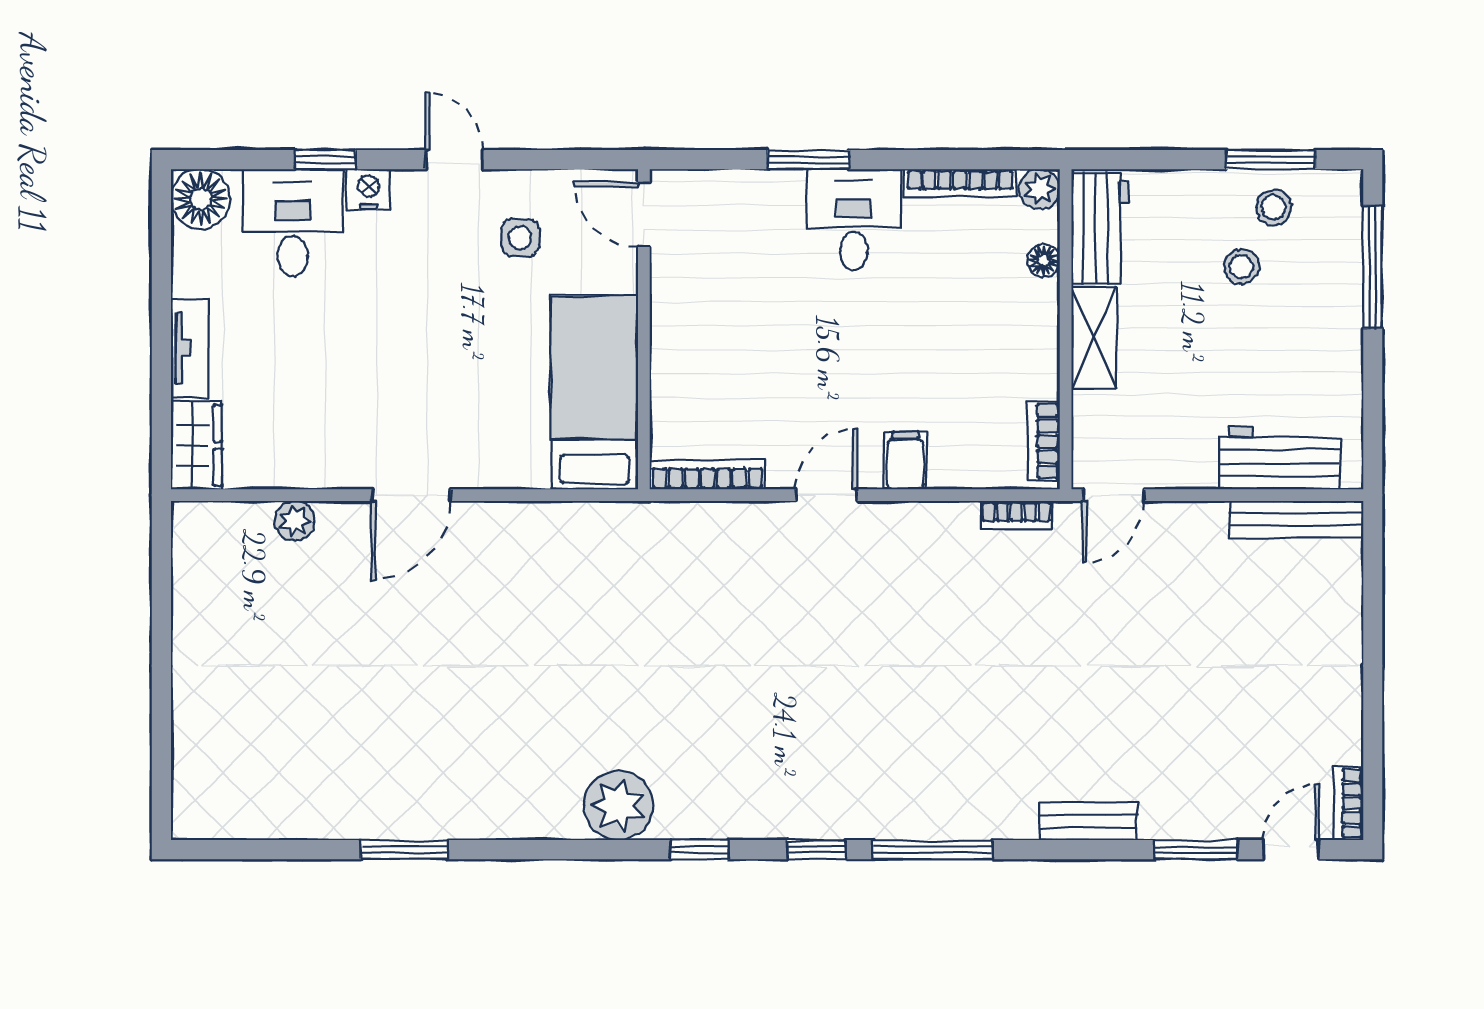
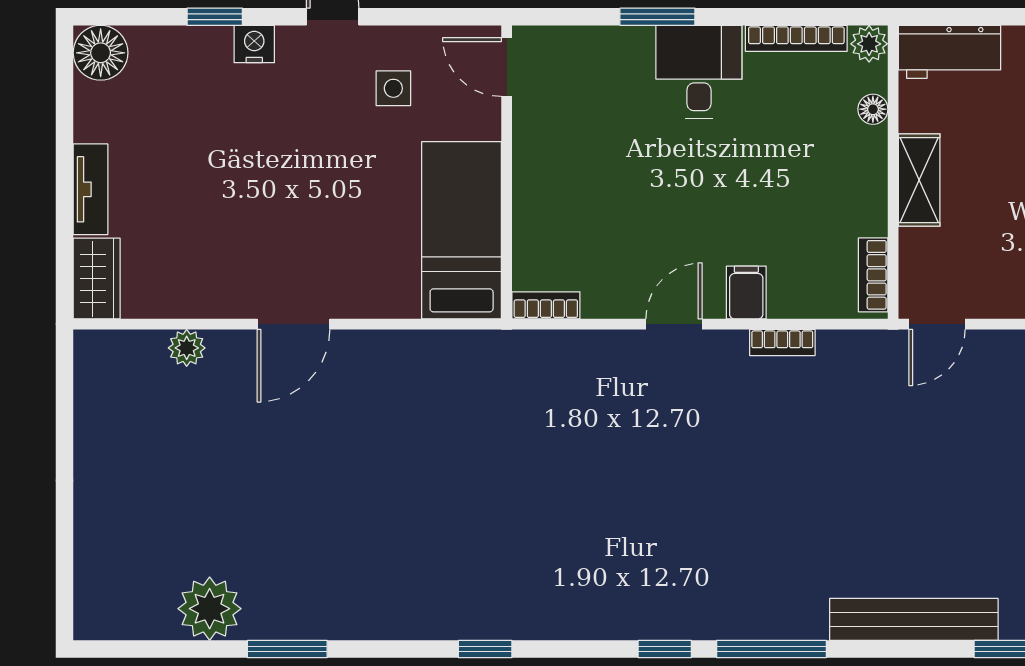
desk: (293, 223) -> (185, 75), removed
workbench: (1100, 228) -> (950, 52), moved, turned 90
bookcase: (708, 475) -> (546, 305), width x0.64
bookcase: (1016, 515) -> (782, 343), moved
plant: (618, 806) -> (210, 609), moved
bench: (1088, 821) -> (914, 619), width x1.86, depth x1.21
window: (699, 850) -> (485, 649), moved

